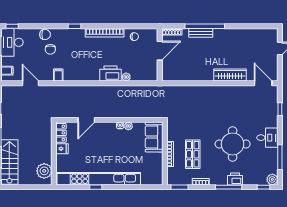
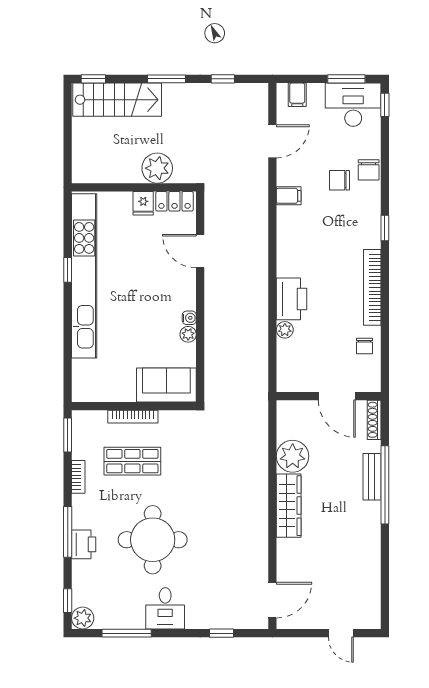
plant: (190, 73) -> (293, 456), added
wardrobe: (230, 75) -> (289, 506), moved
plant: (44, 171) -> (157, 168), moved

